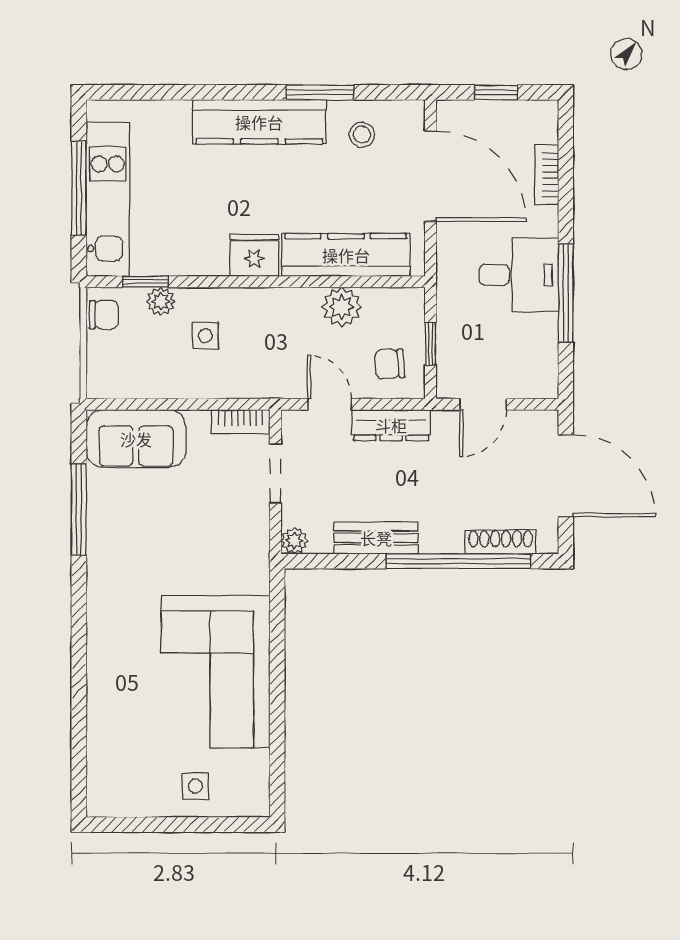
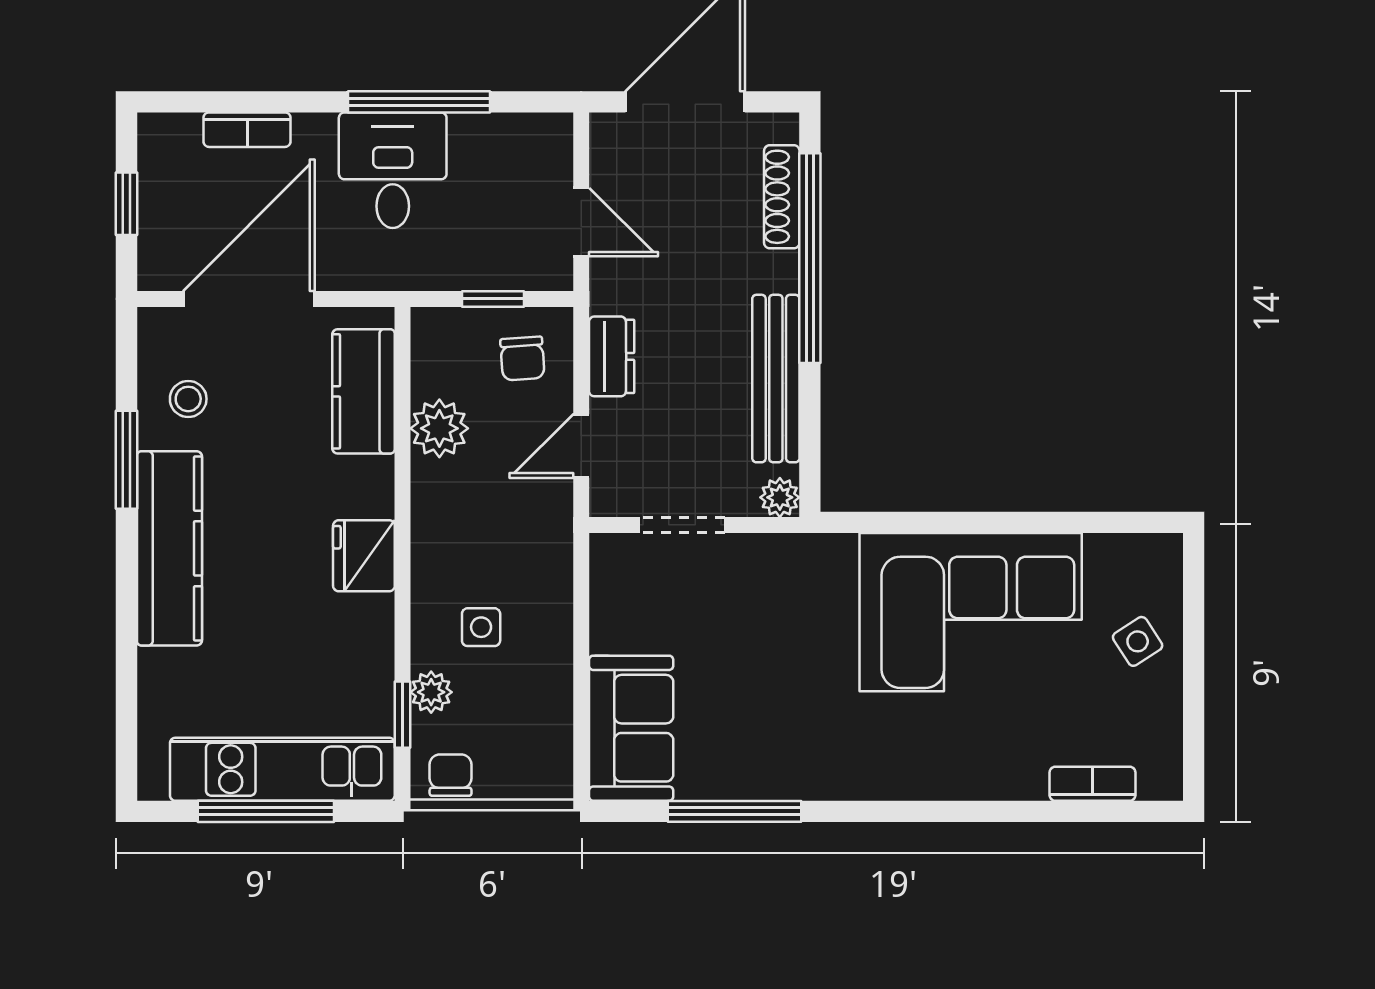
kitchen counter: (346, 255) -> (363, 391), width x0.67
bookcase: (241, 421) -> (1092, 784), moved, turned -90
dresser: (391, 425) -> (612, 356), width x0.70
bench: (376, 538) -> (776, 379), width x1.36
side table: (195, 786) -> (1138, 641), turned -33

